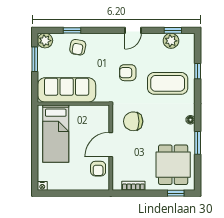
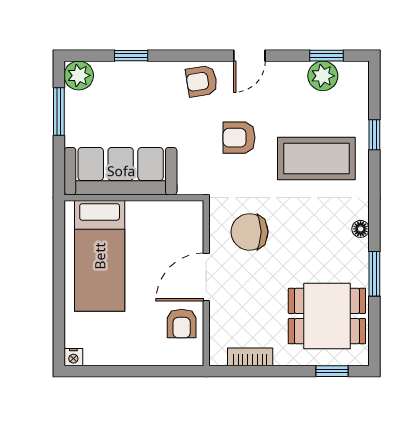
armchair: (78, 47) -> (202, 81), moved, turned 71
dining table: (173, 165) -> (327, 316), turned 90

